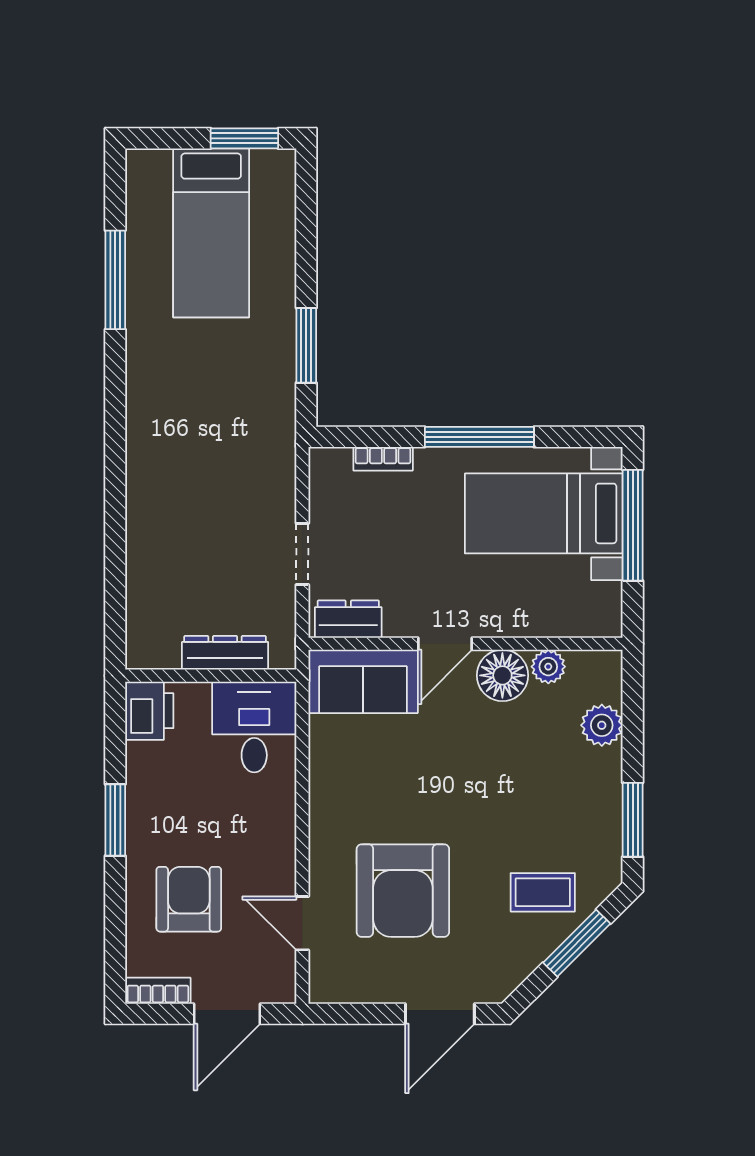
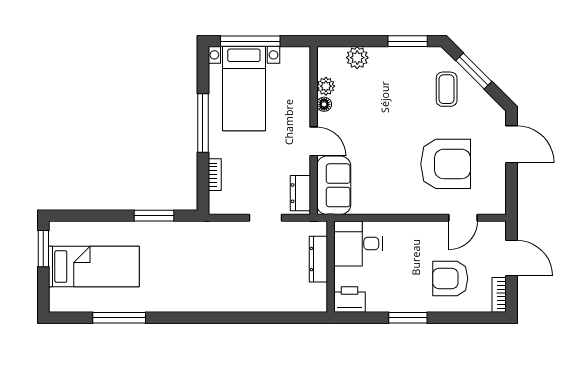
floor lamp: (502, 675) -> (324, 104), width x0.53, depth x0.53

